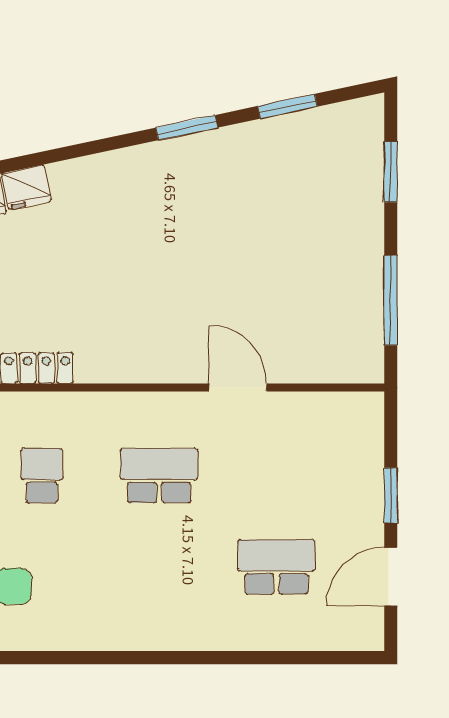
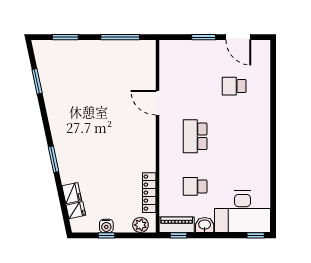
window: (187, 128) -> (54, 159), moved
door: (238, 387) -> (157, 103), hinge flipped
school desk: (276, 567) -> (234, 86), width x0.54

